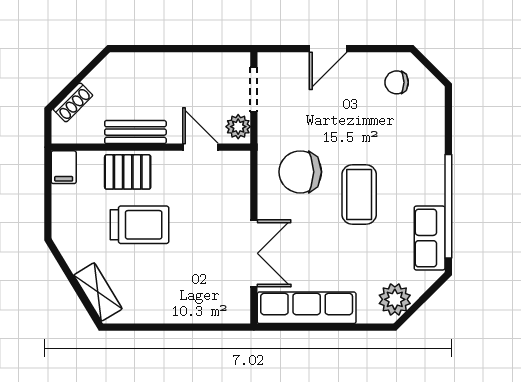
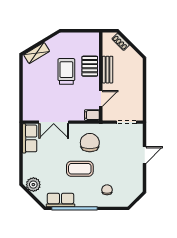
door: (328, 49) -> (145, 155), swing flipped
chair: (397, 82) -> (107, 190), moved
plant: (238, 127) -> (110, 115), removed
filing cabinet: (64, 167) -> (92, 115), moved
trolley: (140, 225) -> (66, 71), turned 180
row of seats: (307, 308) -> (30, 138), width x0.68

